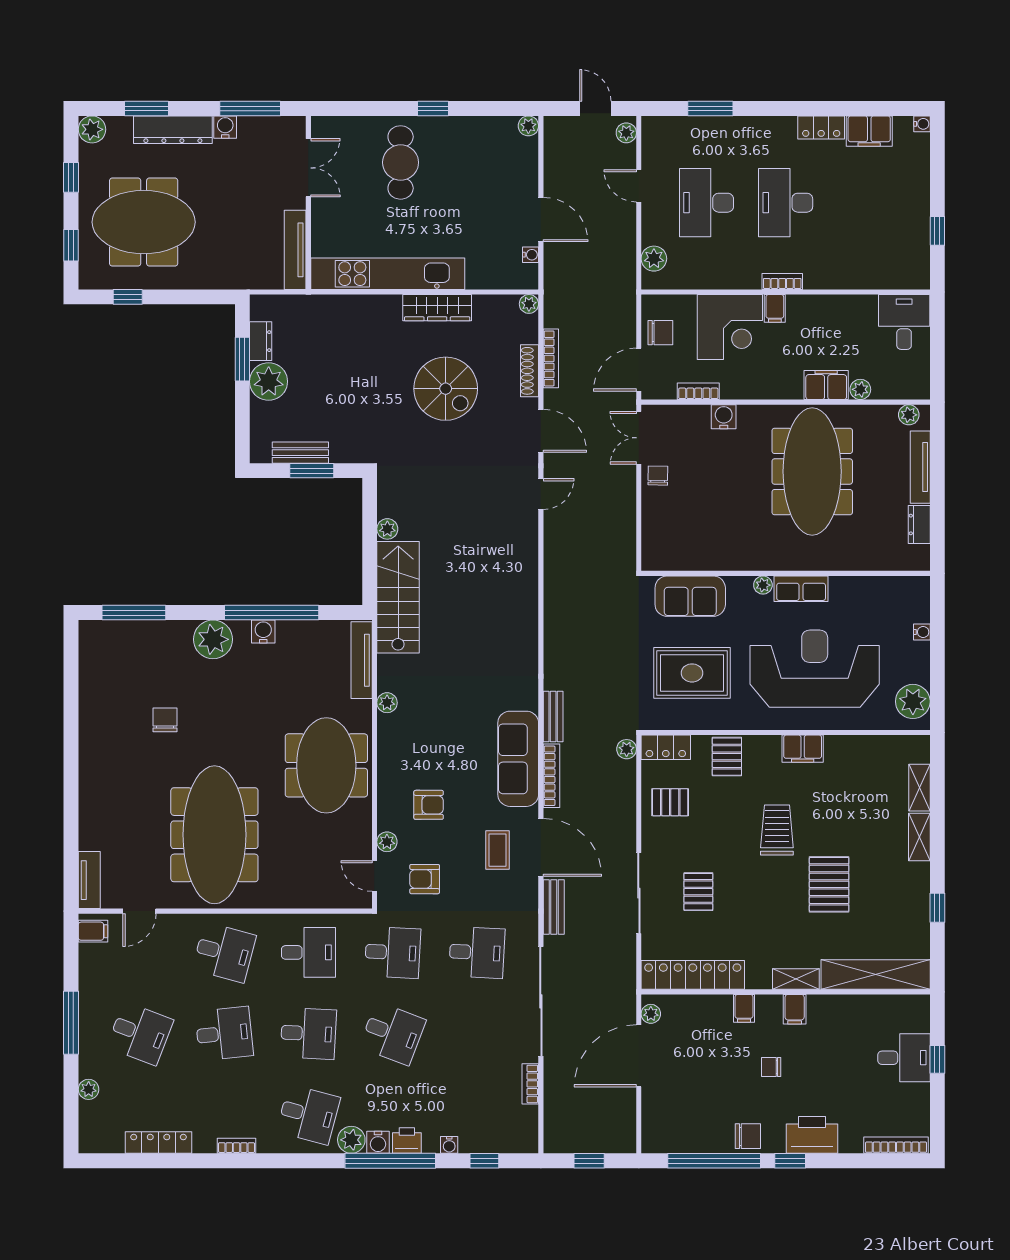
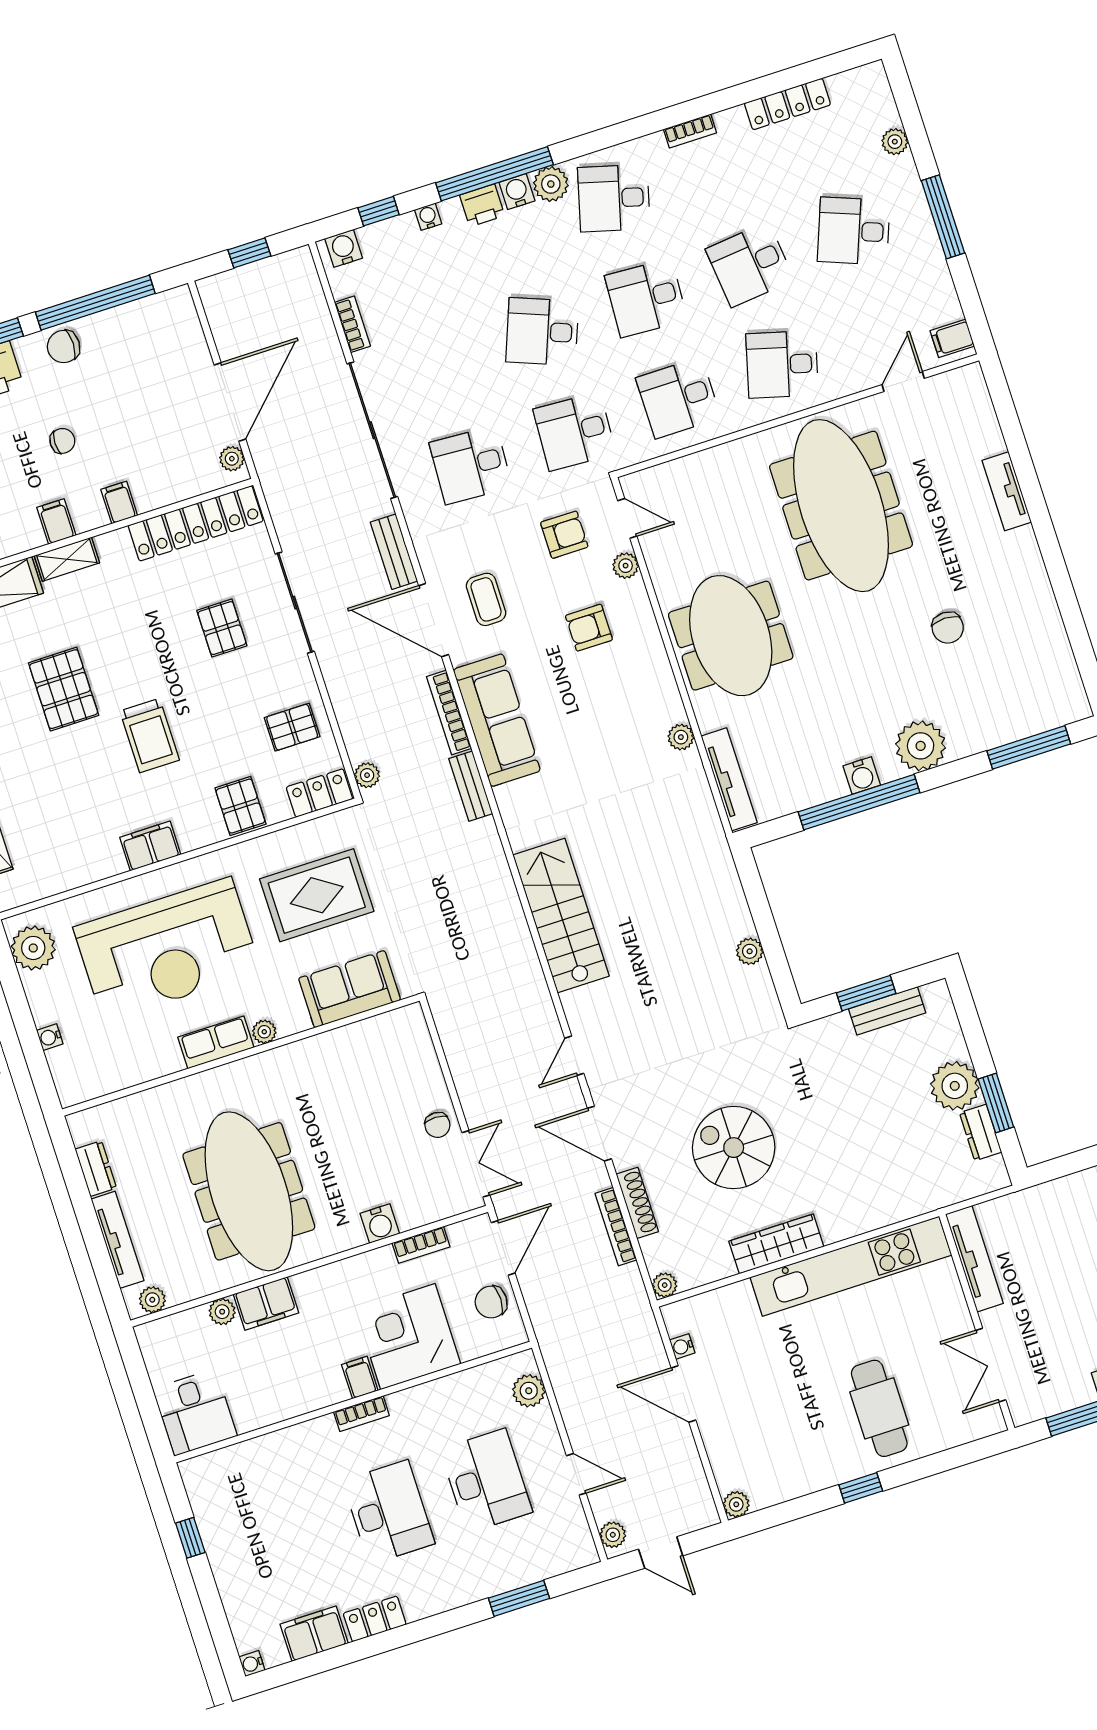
stairs: (398, 597) -> (561, 915), moved, turned 180
tv unit: (89, 880) -> (1007, 491), moved
water cooler: (519, 1142) -> (344, 248), added

